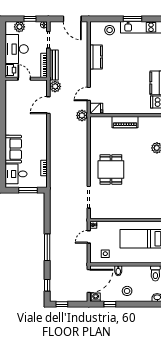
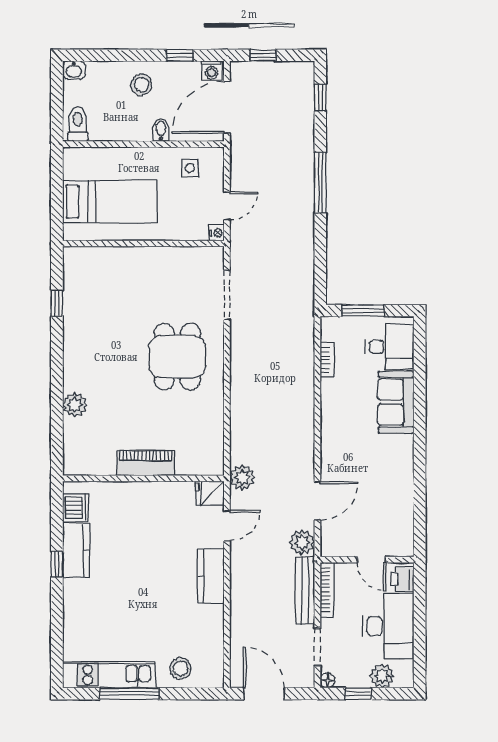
window: (132, 19) -> (129, 694), width x1.44
kitchen counter: (96, 57) -> (211, 576), moved
window: (62, 304) -> (263, 55), moved

